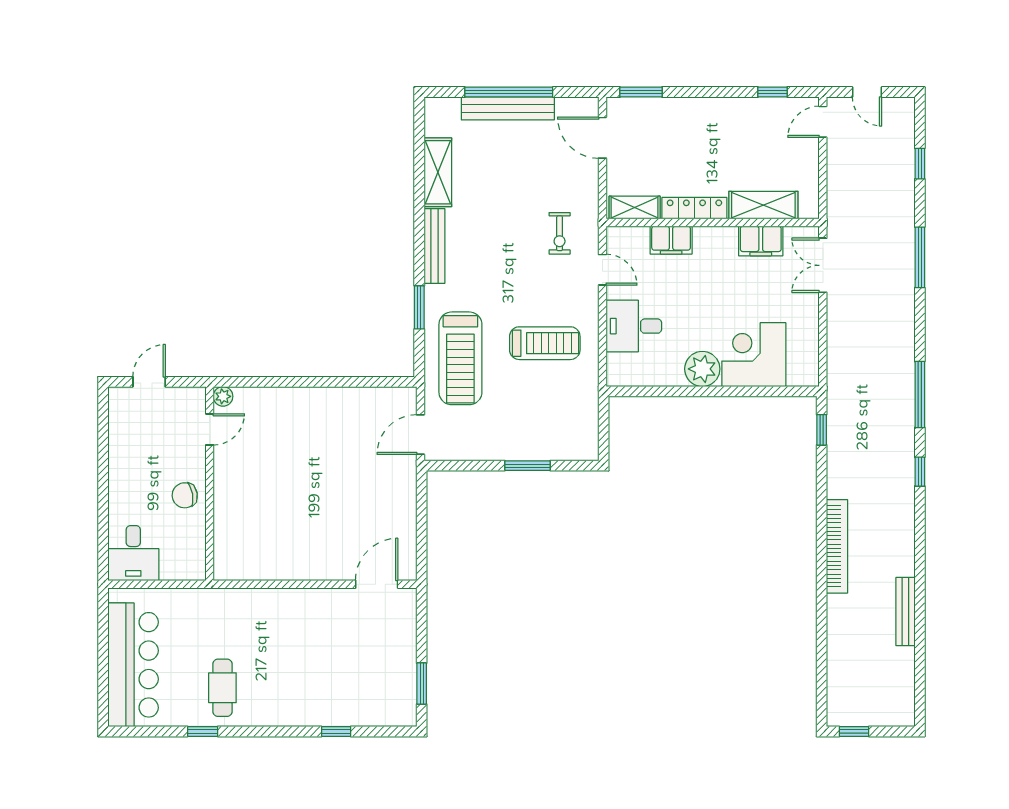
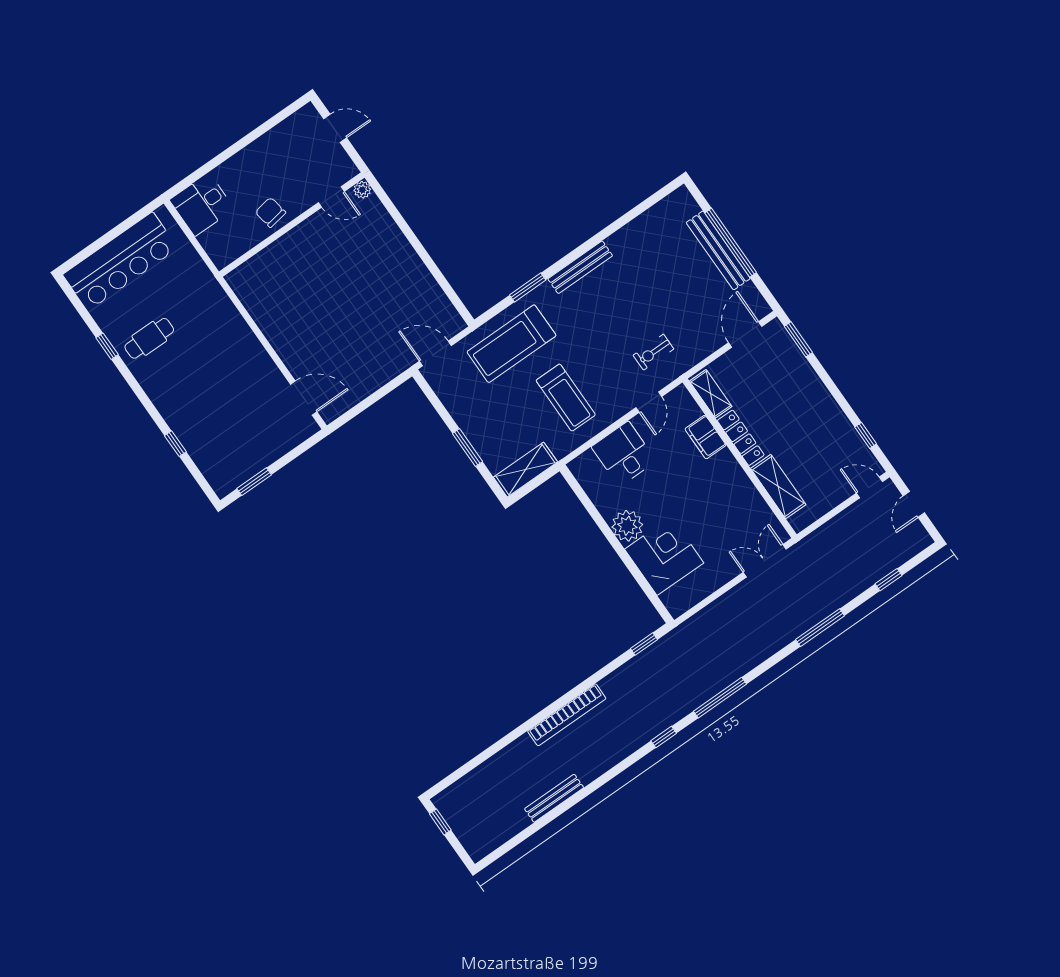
shelving: (438, 172) -> (525, 470), moved
filing cabinet: (761, 241) -> (751, 503), removed

